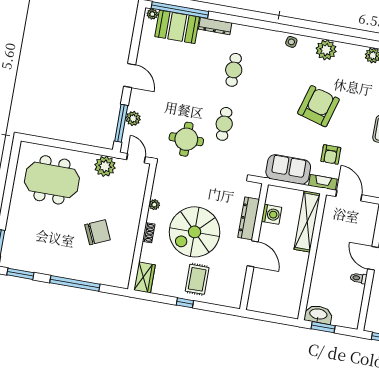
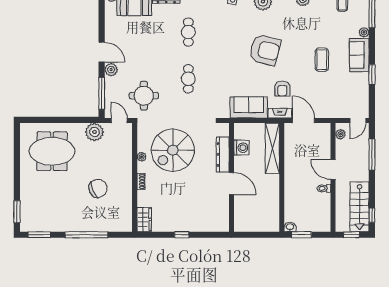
armchair: (318, 106) -> (265, 50), turned 88
plant: (133, 118) -> (111, 70), moved
round table: (186, 139) -> (144, 96), moved
spiral stairs: (195, 232) -> (173, 150), moved
rug: (197, 279) -> (189, 213), removed
washbasin: (318, 314) -> (290, 227), width x0.52, depth x0.69

